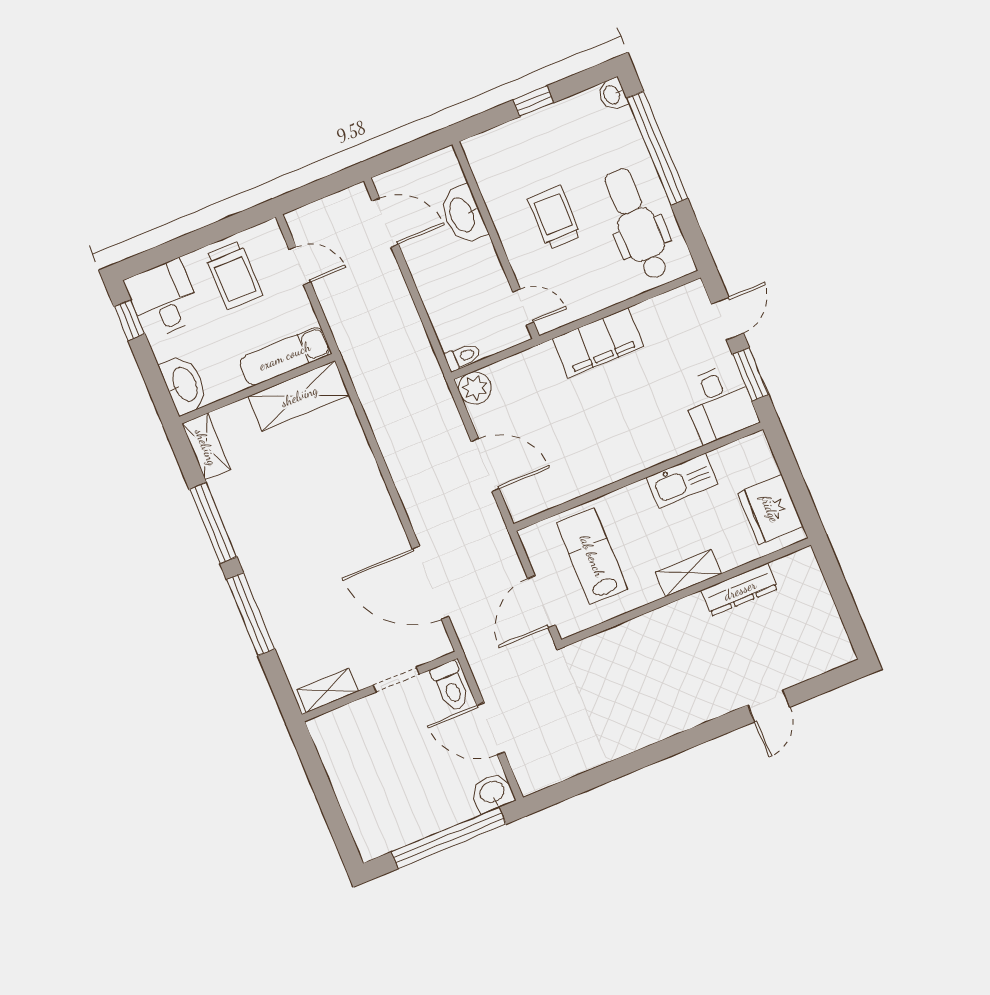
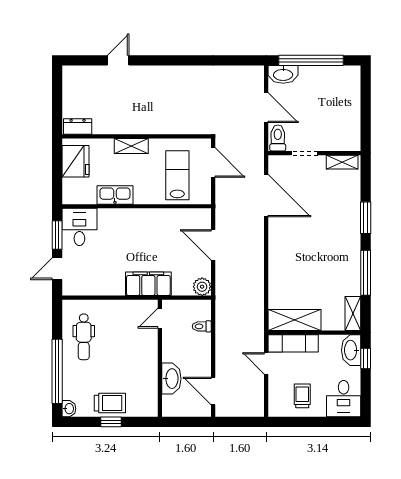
trolley: (555, 218) -> (110, 403), moved, turned -90
dental chair: (637, 224) -> (84, 337), width x0.73, depth x0.72
door: (300, 266) -> (266, 363), moved
trolley: (234, 275) -> (302, 396), width x0.73, depth x0.72
door: (523, 307) -> (160, 318), hinge flipped
window: (129, 320) -> (366, 358), moved
filing cabinet: (598, 343) -> (148, 284), moved
toilet: (463, 357) -> (202, 326), moved
lab bench: (592, 556) -> (177, 175), turned 180
dresser: (740, 590) -> (78, 127), moved, width x0.70
door: (542, 602) -> (213, 162), hinge flipped
window: (251, 614) -> (366, 218), width x0.69
washbasin: (492, 793) -> (283, 74), width x1.38

